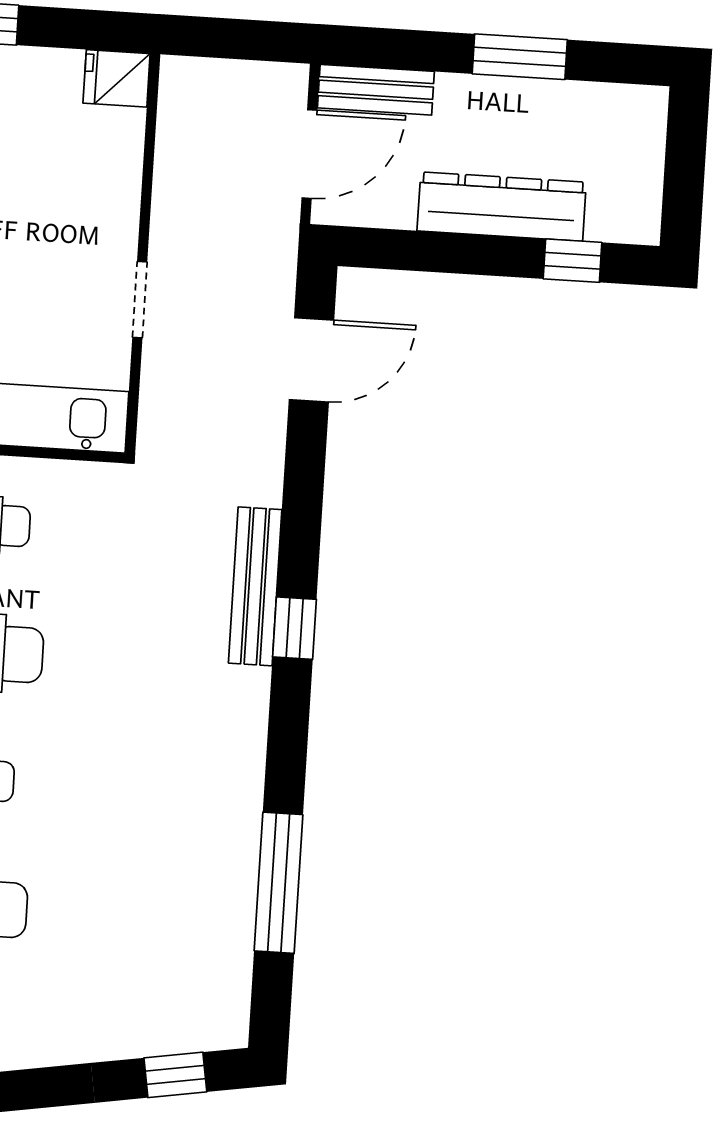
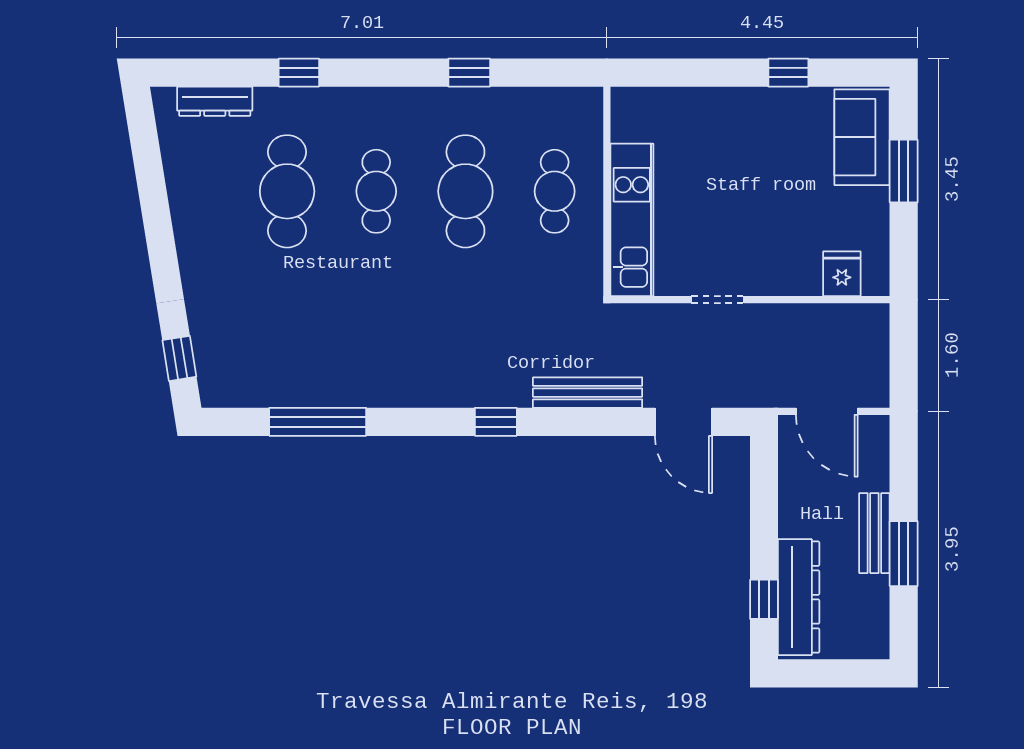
fridge: (117, 78) -> (842, 274), moved
bench: (376, 90) -> (874, 533), moved
dresser: (502, 207) -> (799, 597), moved
bench: (255, 586) -> (588, 393), moved

